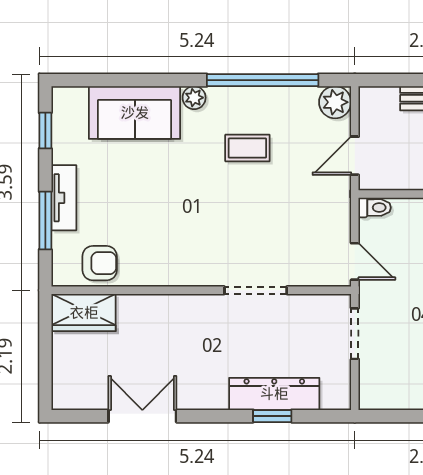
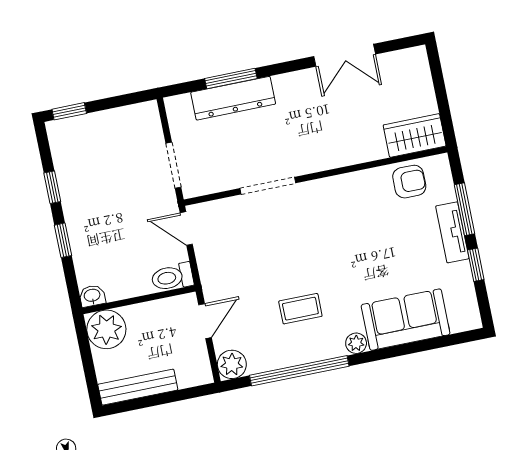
window: (45, 131) -> (476, 265), moved
toilet: (375, 208) -> (172, 277), width x1.37, depth x1.39
armchair: (100, 263) -> (409, 182), turned 180
window: (272, 416) -> (231, 78), width x1.50

